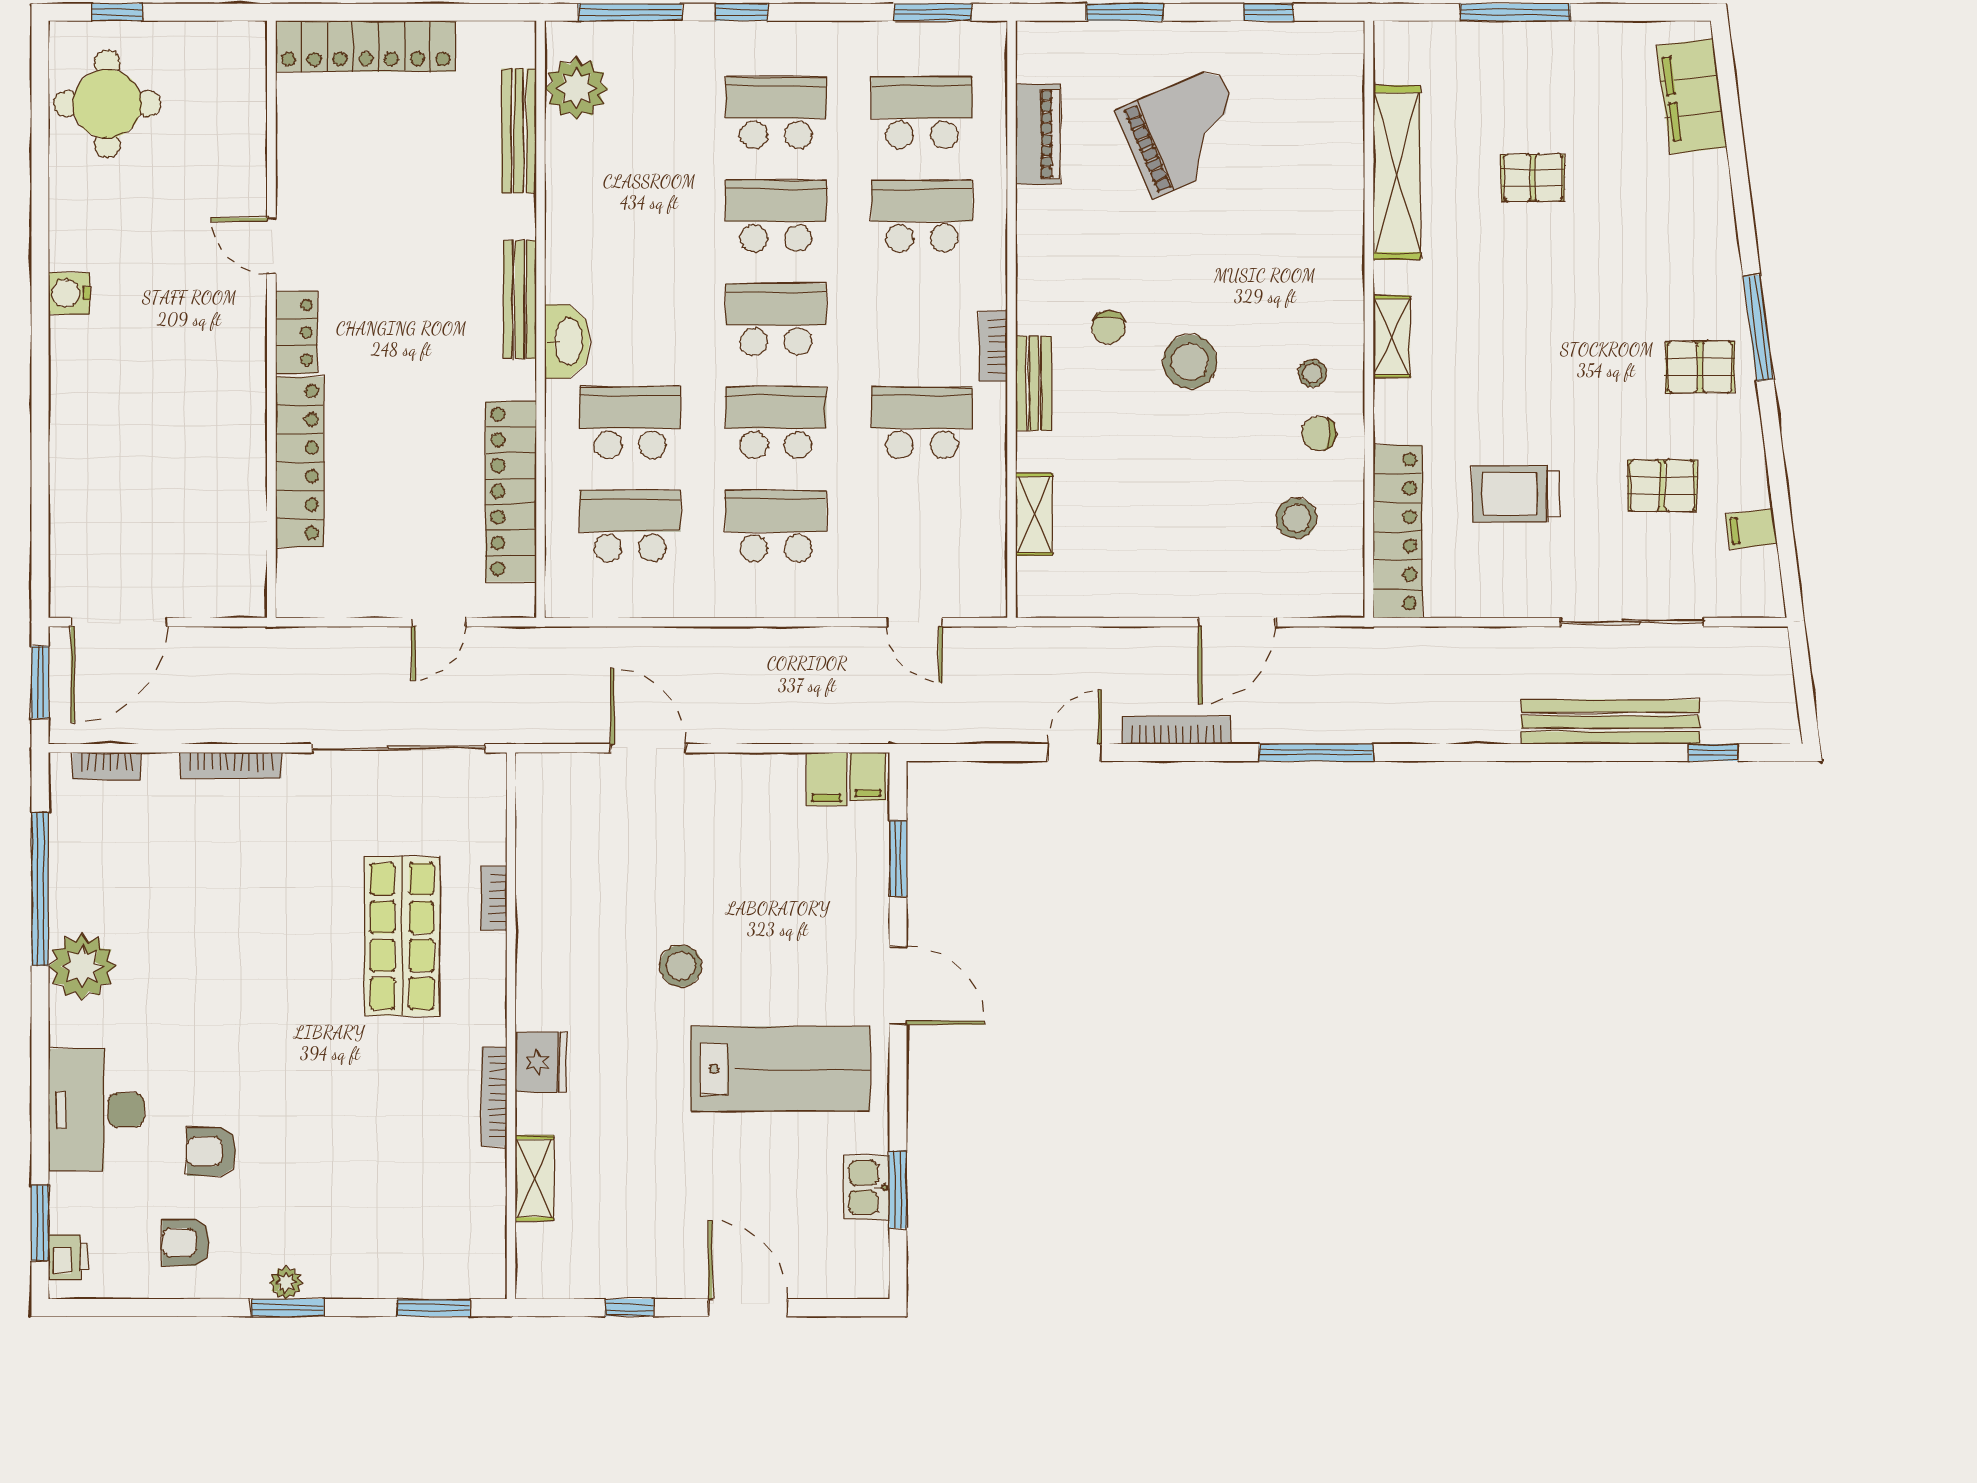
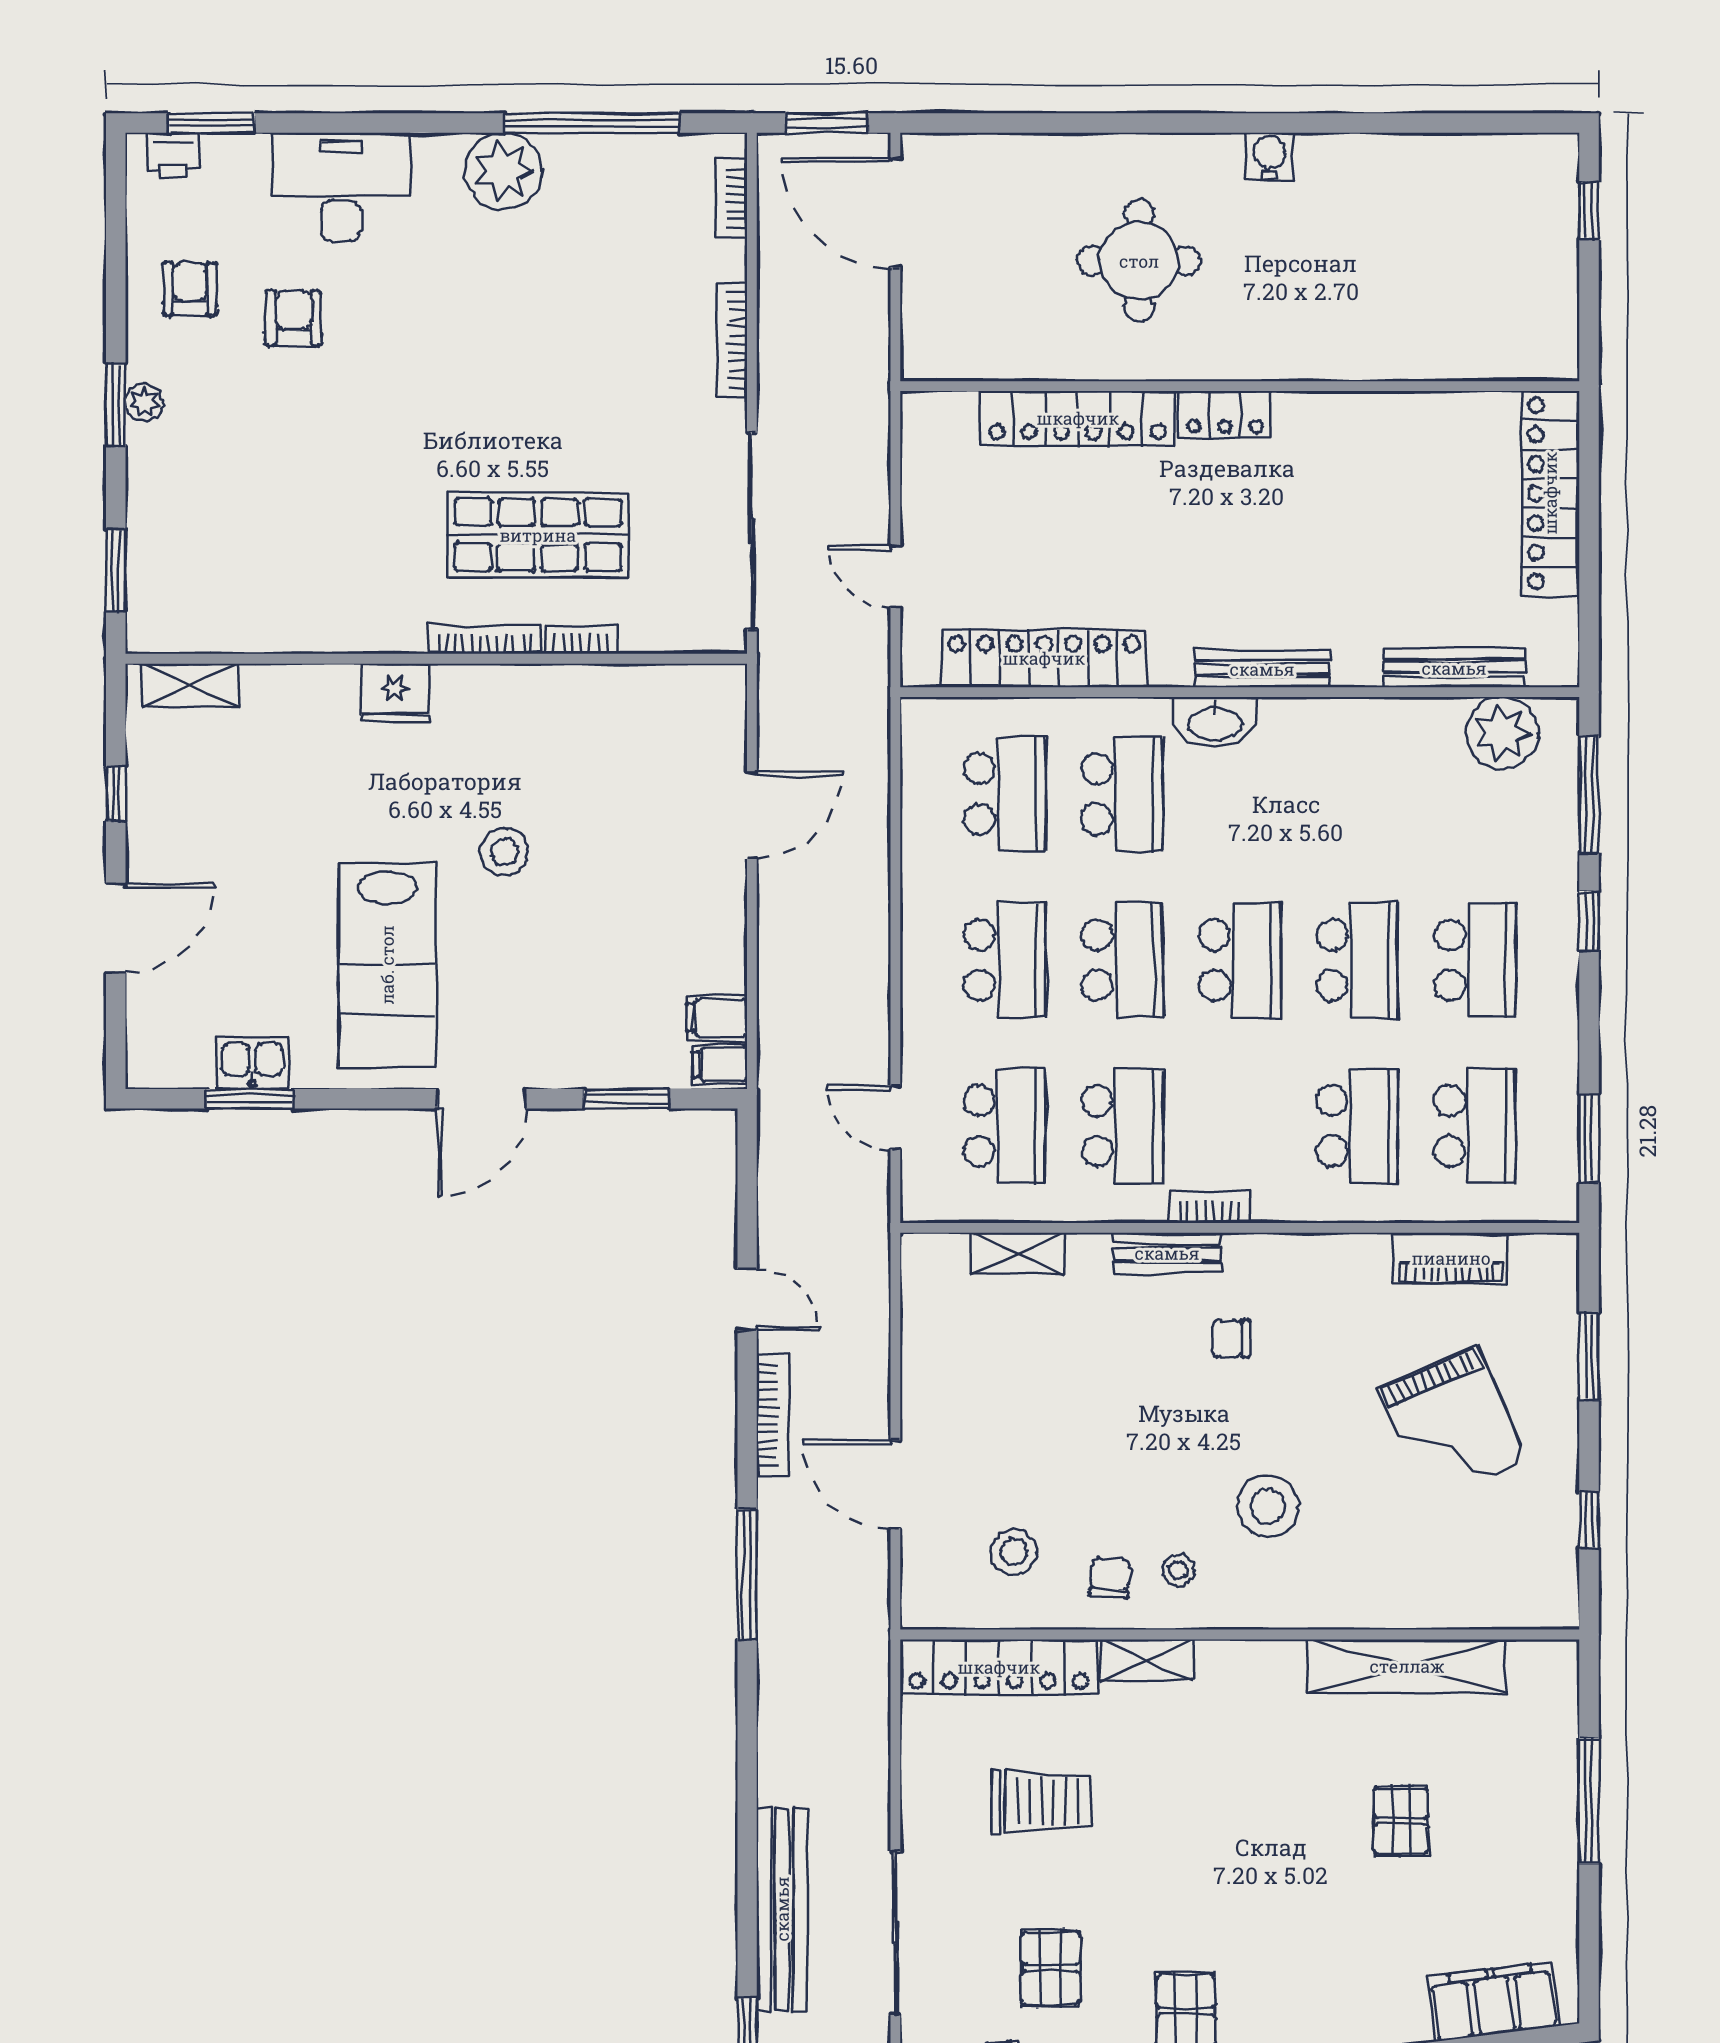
round table: (107, 104) -> (1139, 261), moved
door: (271, 246) -> (1323, 386), removed
shelving: (1392, 337) -> (1147, 1660), moved
stool: (1190, 362) -> (1268, 1506), moved
trolley: (1516, 494) -> (1041, 1802), turned 90
school desk: (922, 526) -> (1005, 1126), added
door: (914, 622) -> (895, 1117), hinge flipped
bookcase: (494, 1097) -> (484, 639), moved
shelving: (534, 1178) -> (191, 685), moved

